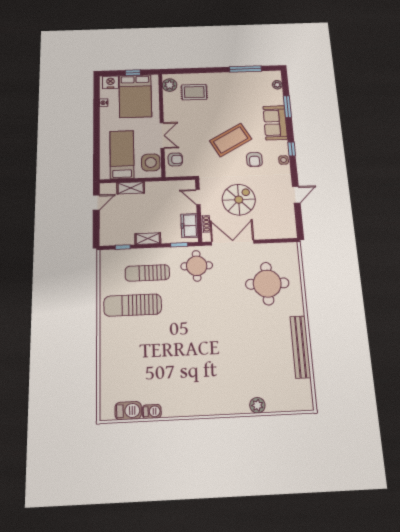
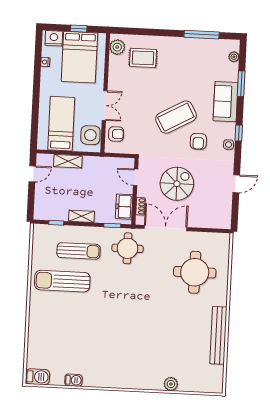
sun lounger: (147, 273) -> (79, 251), turned 180
barbecue: (128, 411) -> (38, 377), moved

